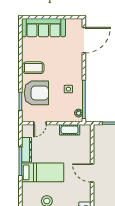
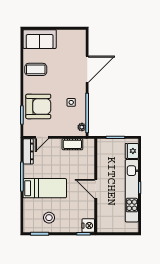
sofa: (43, 28) -> (40, 39), width x0.73
door: (84, 40) -> (87, 69), moved
coffee table: (33, 68) -> (36, 69), moved
dresser: (27, 150) -> (28, 151), moved

